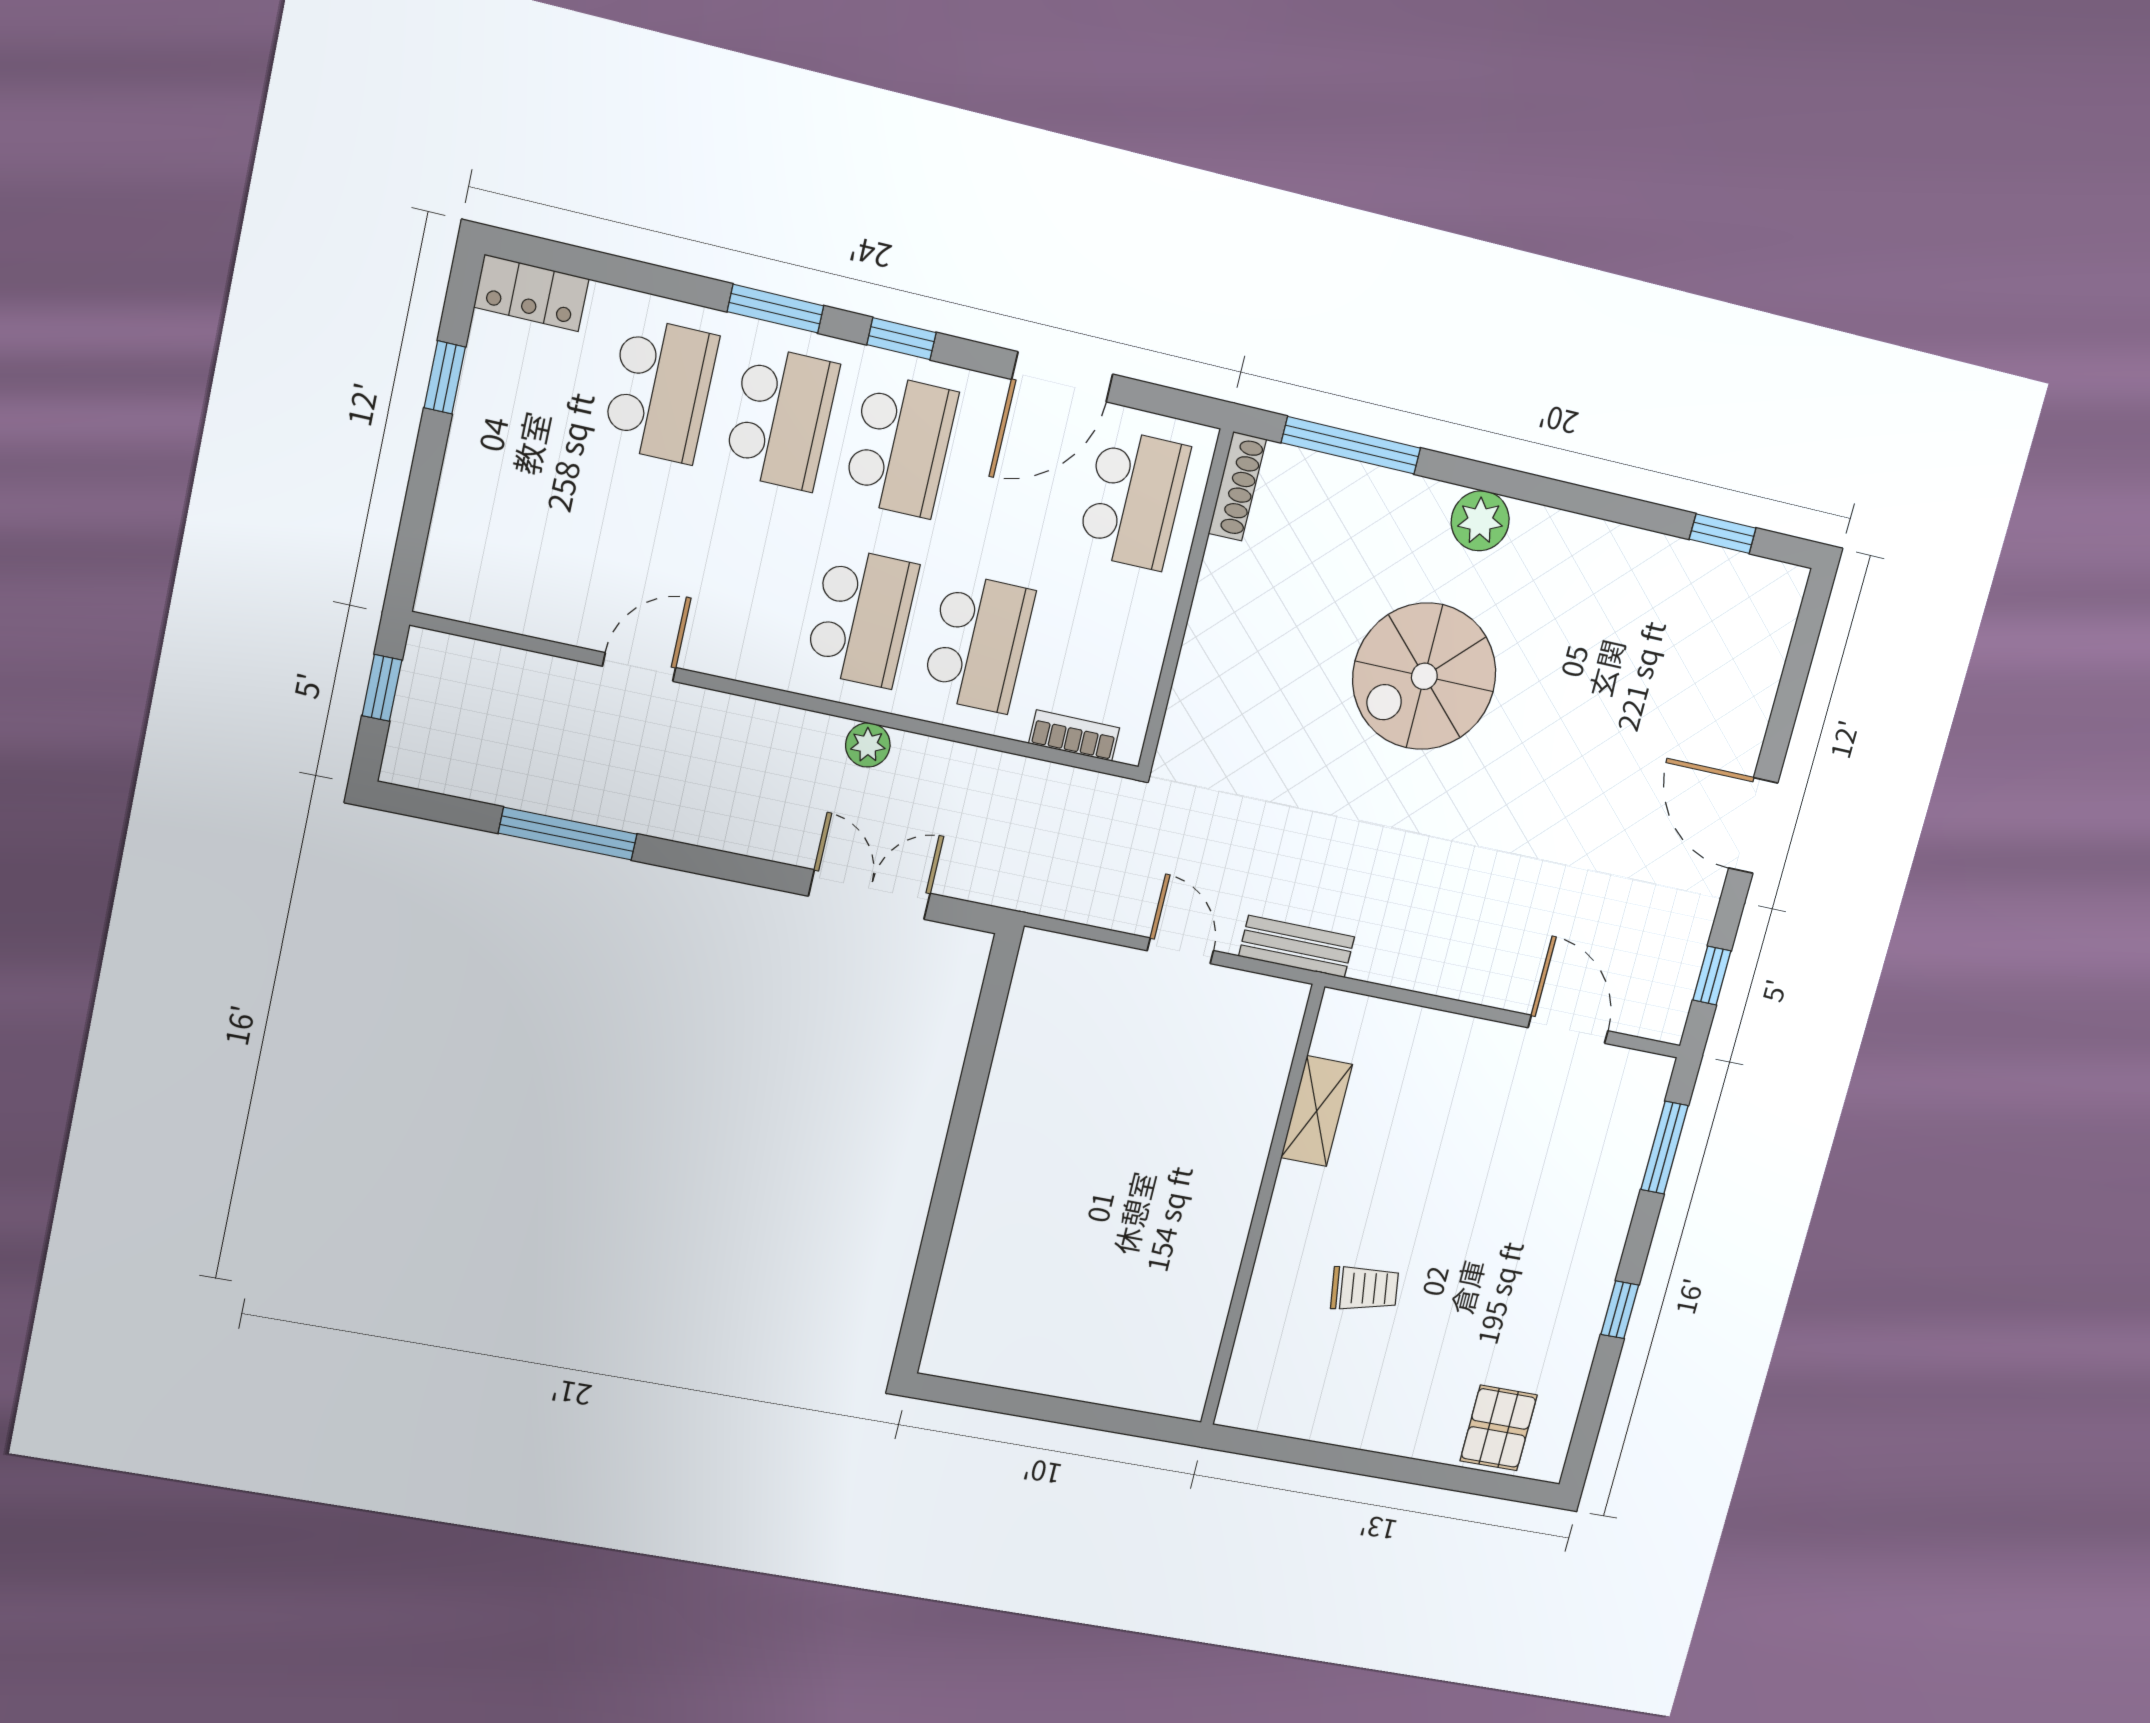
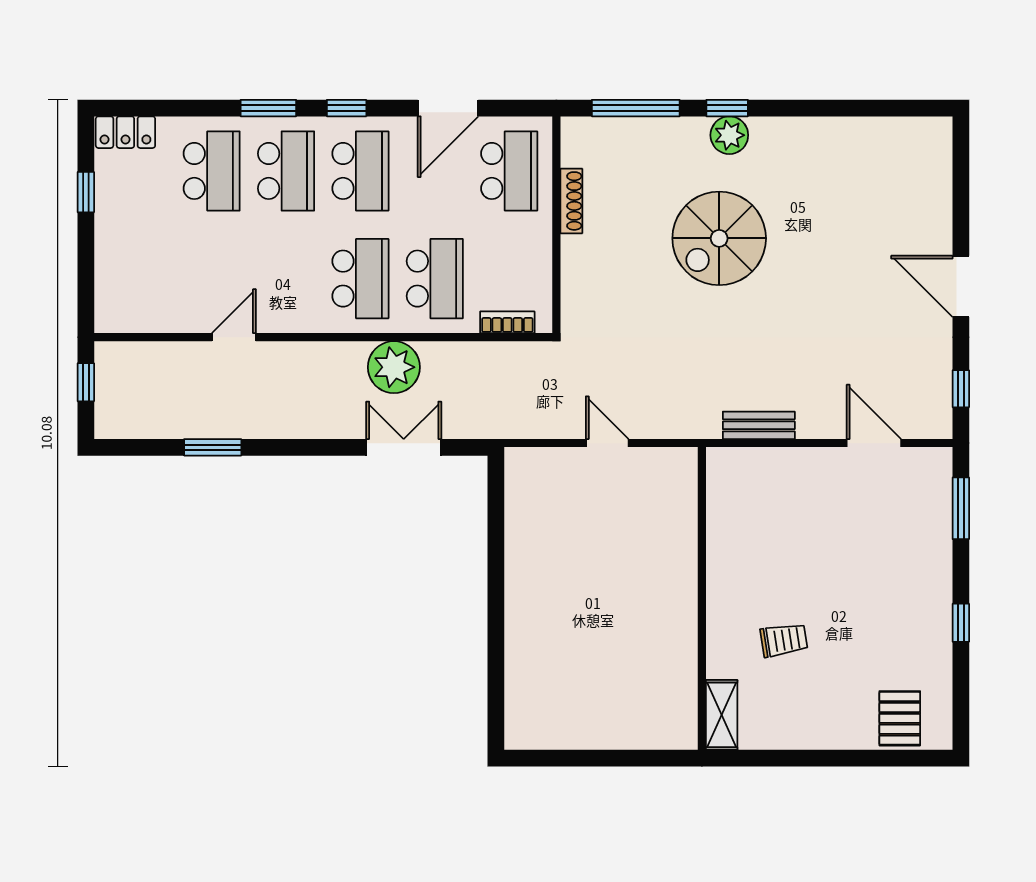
shoe rack: (1237, 486) -> (571, 201), moved
window: (1723, 534) -> (727, 108), moved
plant: (868, 745) -> (394, 367), width x1.87, depth x1.87
window: (568, 834) -> (213, 447), width x0.69
bench: (1297, 947) -> (759, 425), moved
shelving: (1317, 1111) -> (722, 715), moved

